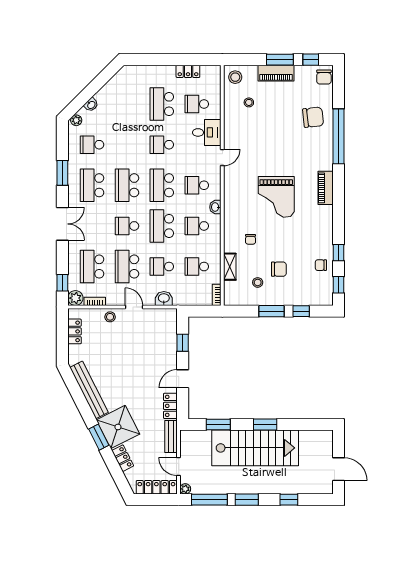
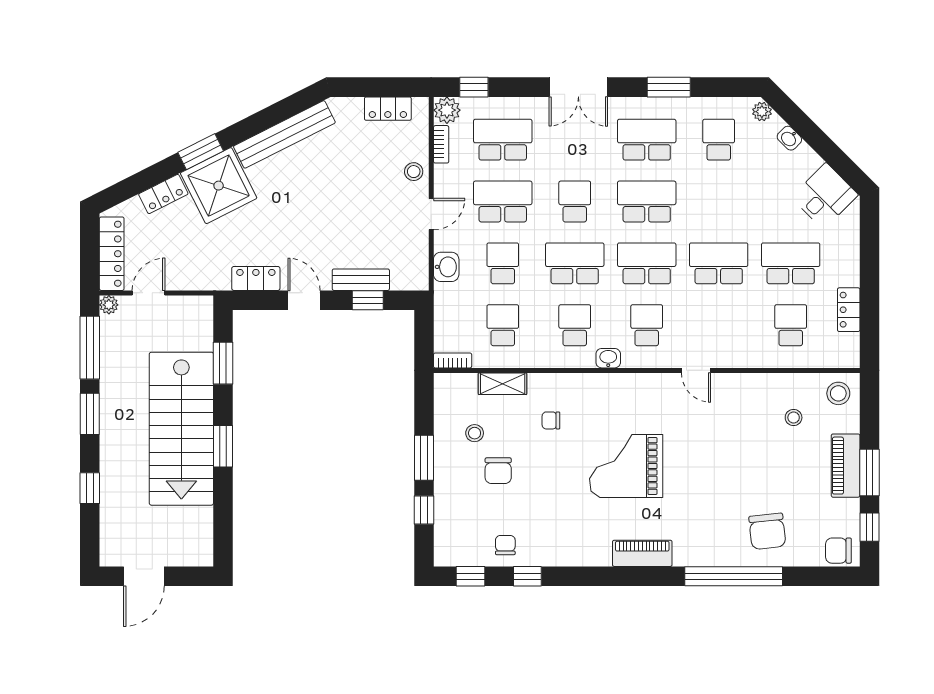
desk: (207, 132) -> (825, 196), moved, turned -135
school desk: (162, 145) -> (719, 263), width x1.85
bench: (171, 437) -> (361, 280), moved

